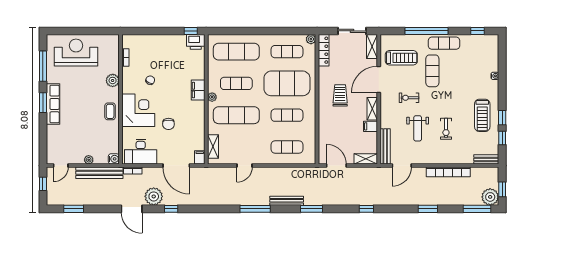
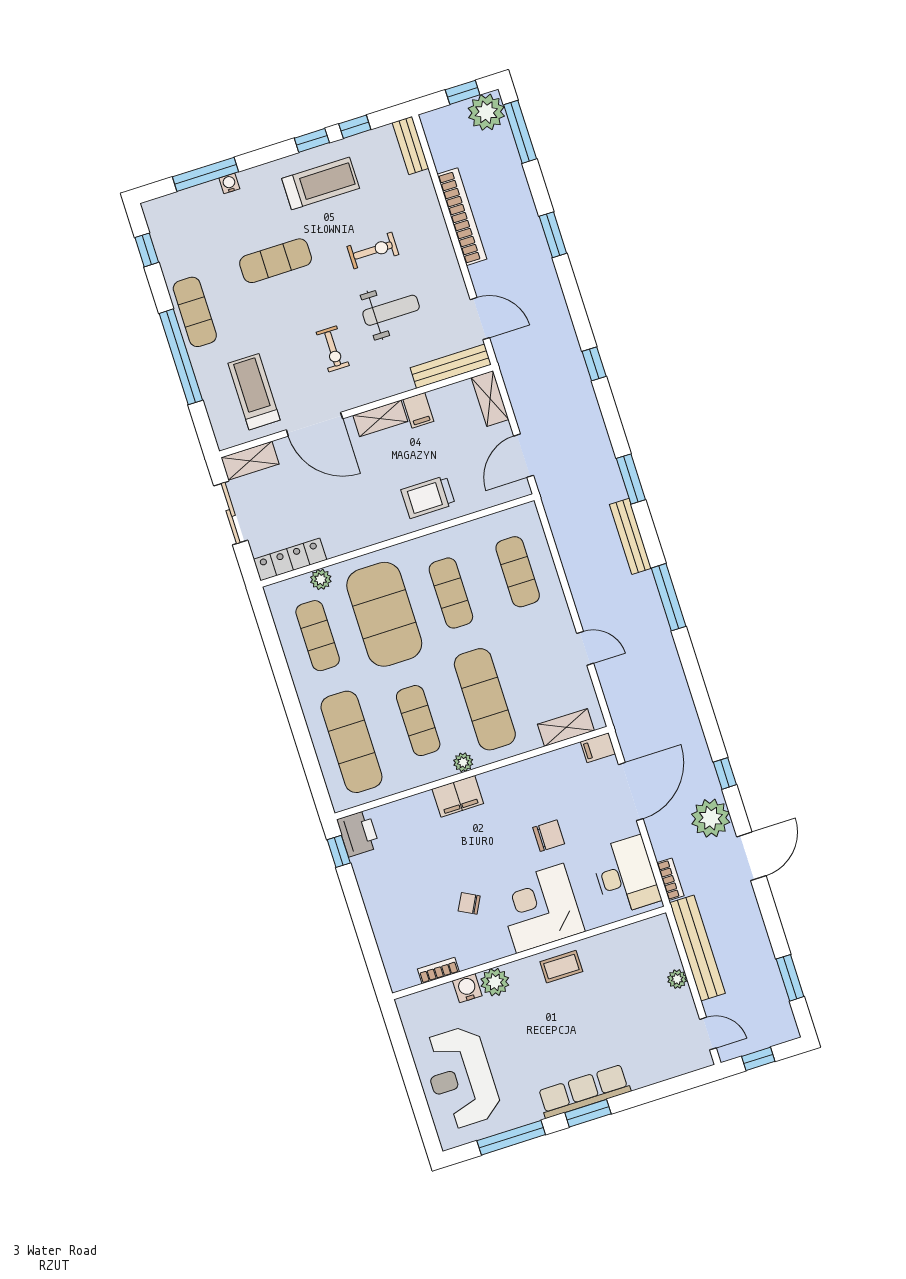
plant: (311, 39) -> (321, 579), moved
window: (502, 67) -> (205, 174), added
exercise mat: (432, 71) -> (276, 261), moved
trolley: (340, 95) -> (428, 497), moved
water cooler: (114, 159) -> (467, 988), moved

